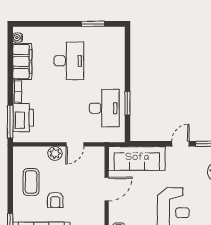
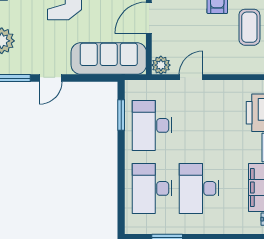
desk: (104, 61) -> (152, 188), added
window: (127, 103) -> (121, 115), moved
plant: (55, 154) -> (161, 65), moved

